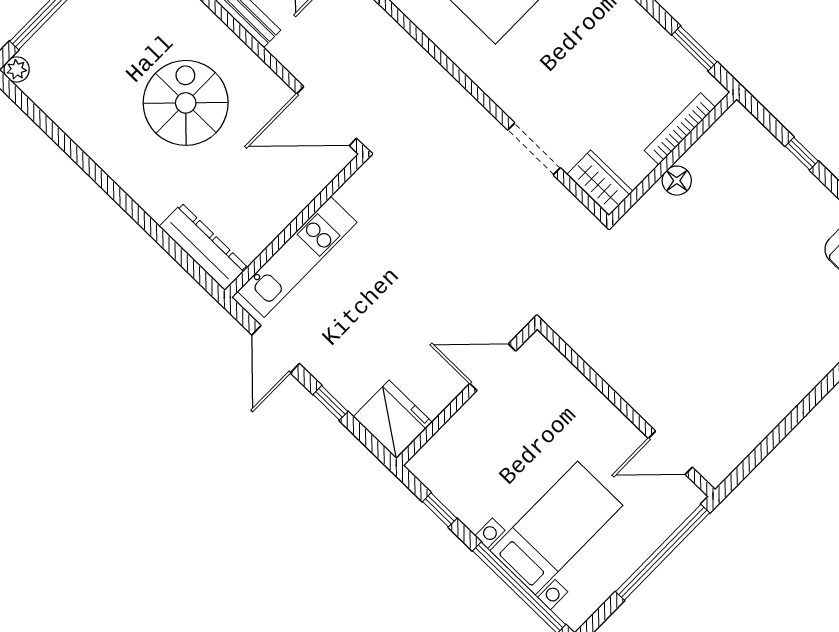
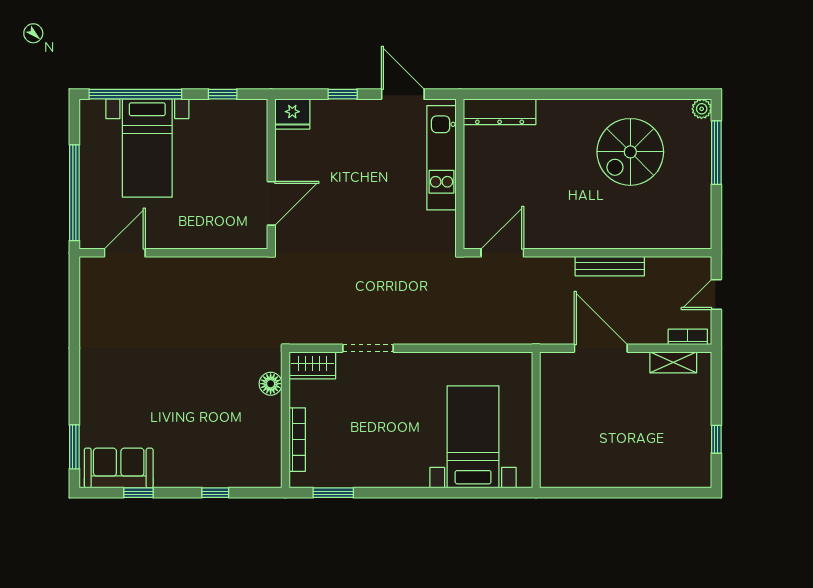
spiral stairs: (186, 103) -> (630, 152), moved, turned 90
door: (327, 116) -> (502, 253), width x0.73
floor lamp: (677, 181) -> (271, 384), moved
fridge: (393, 419) -> (292, 114), width x0.73, depth x0.75

